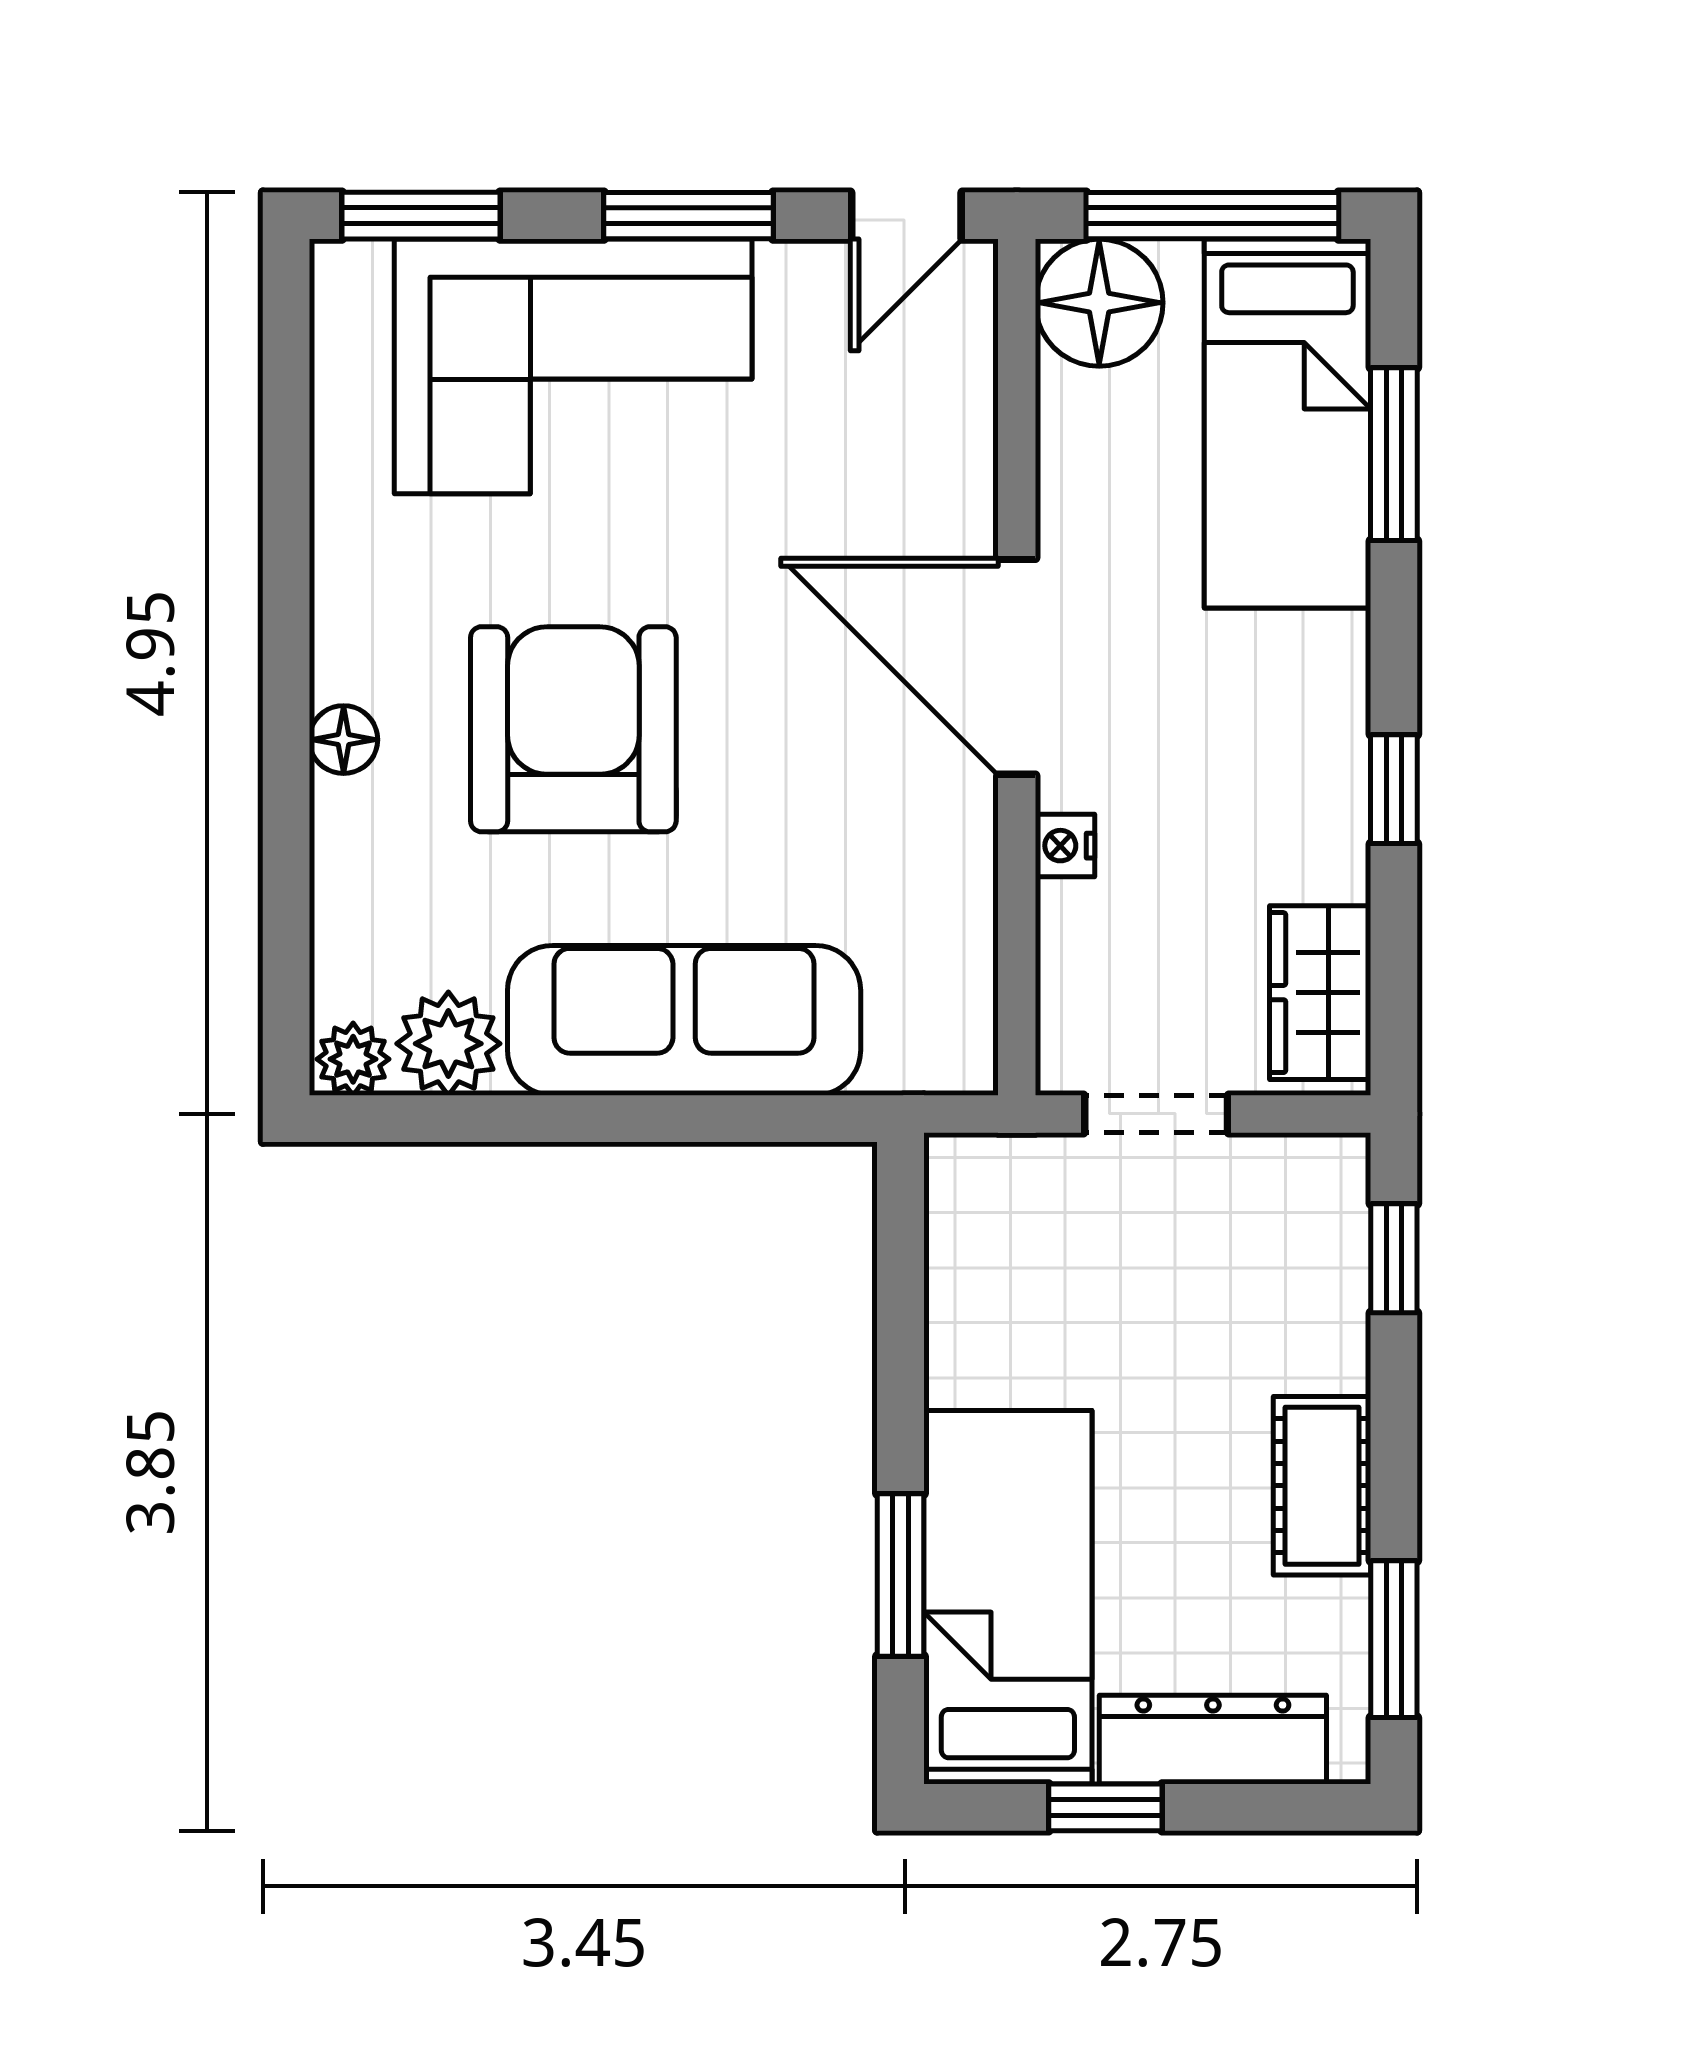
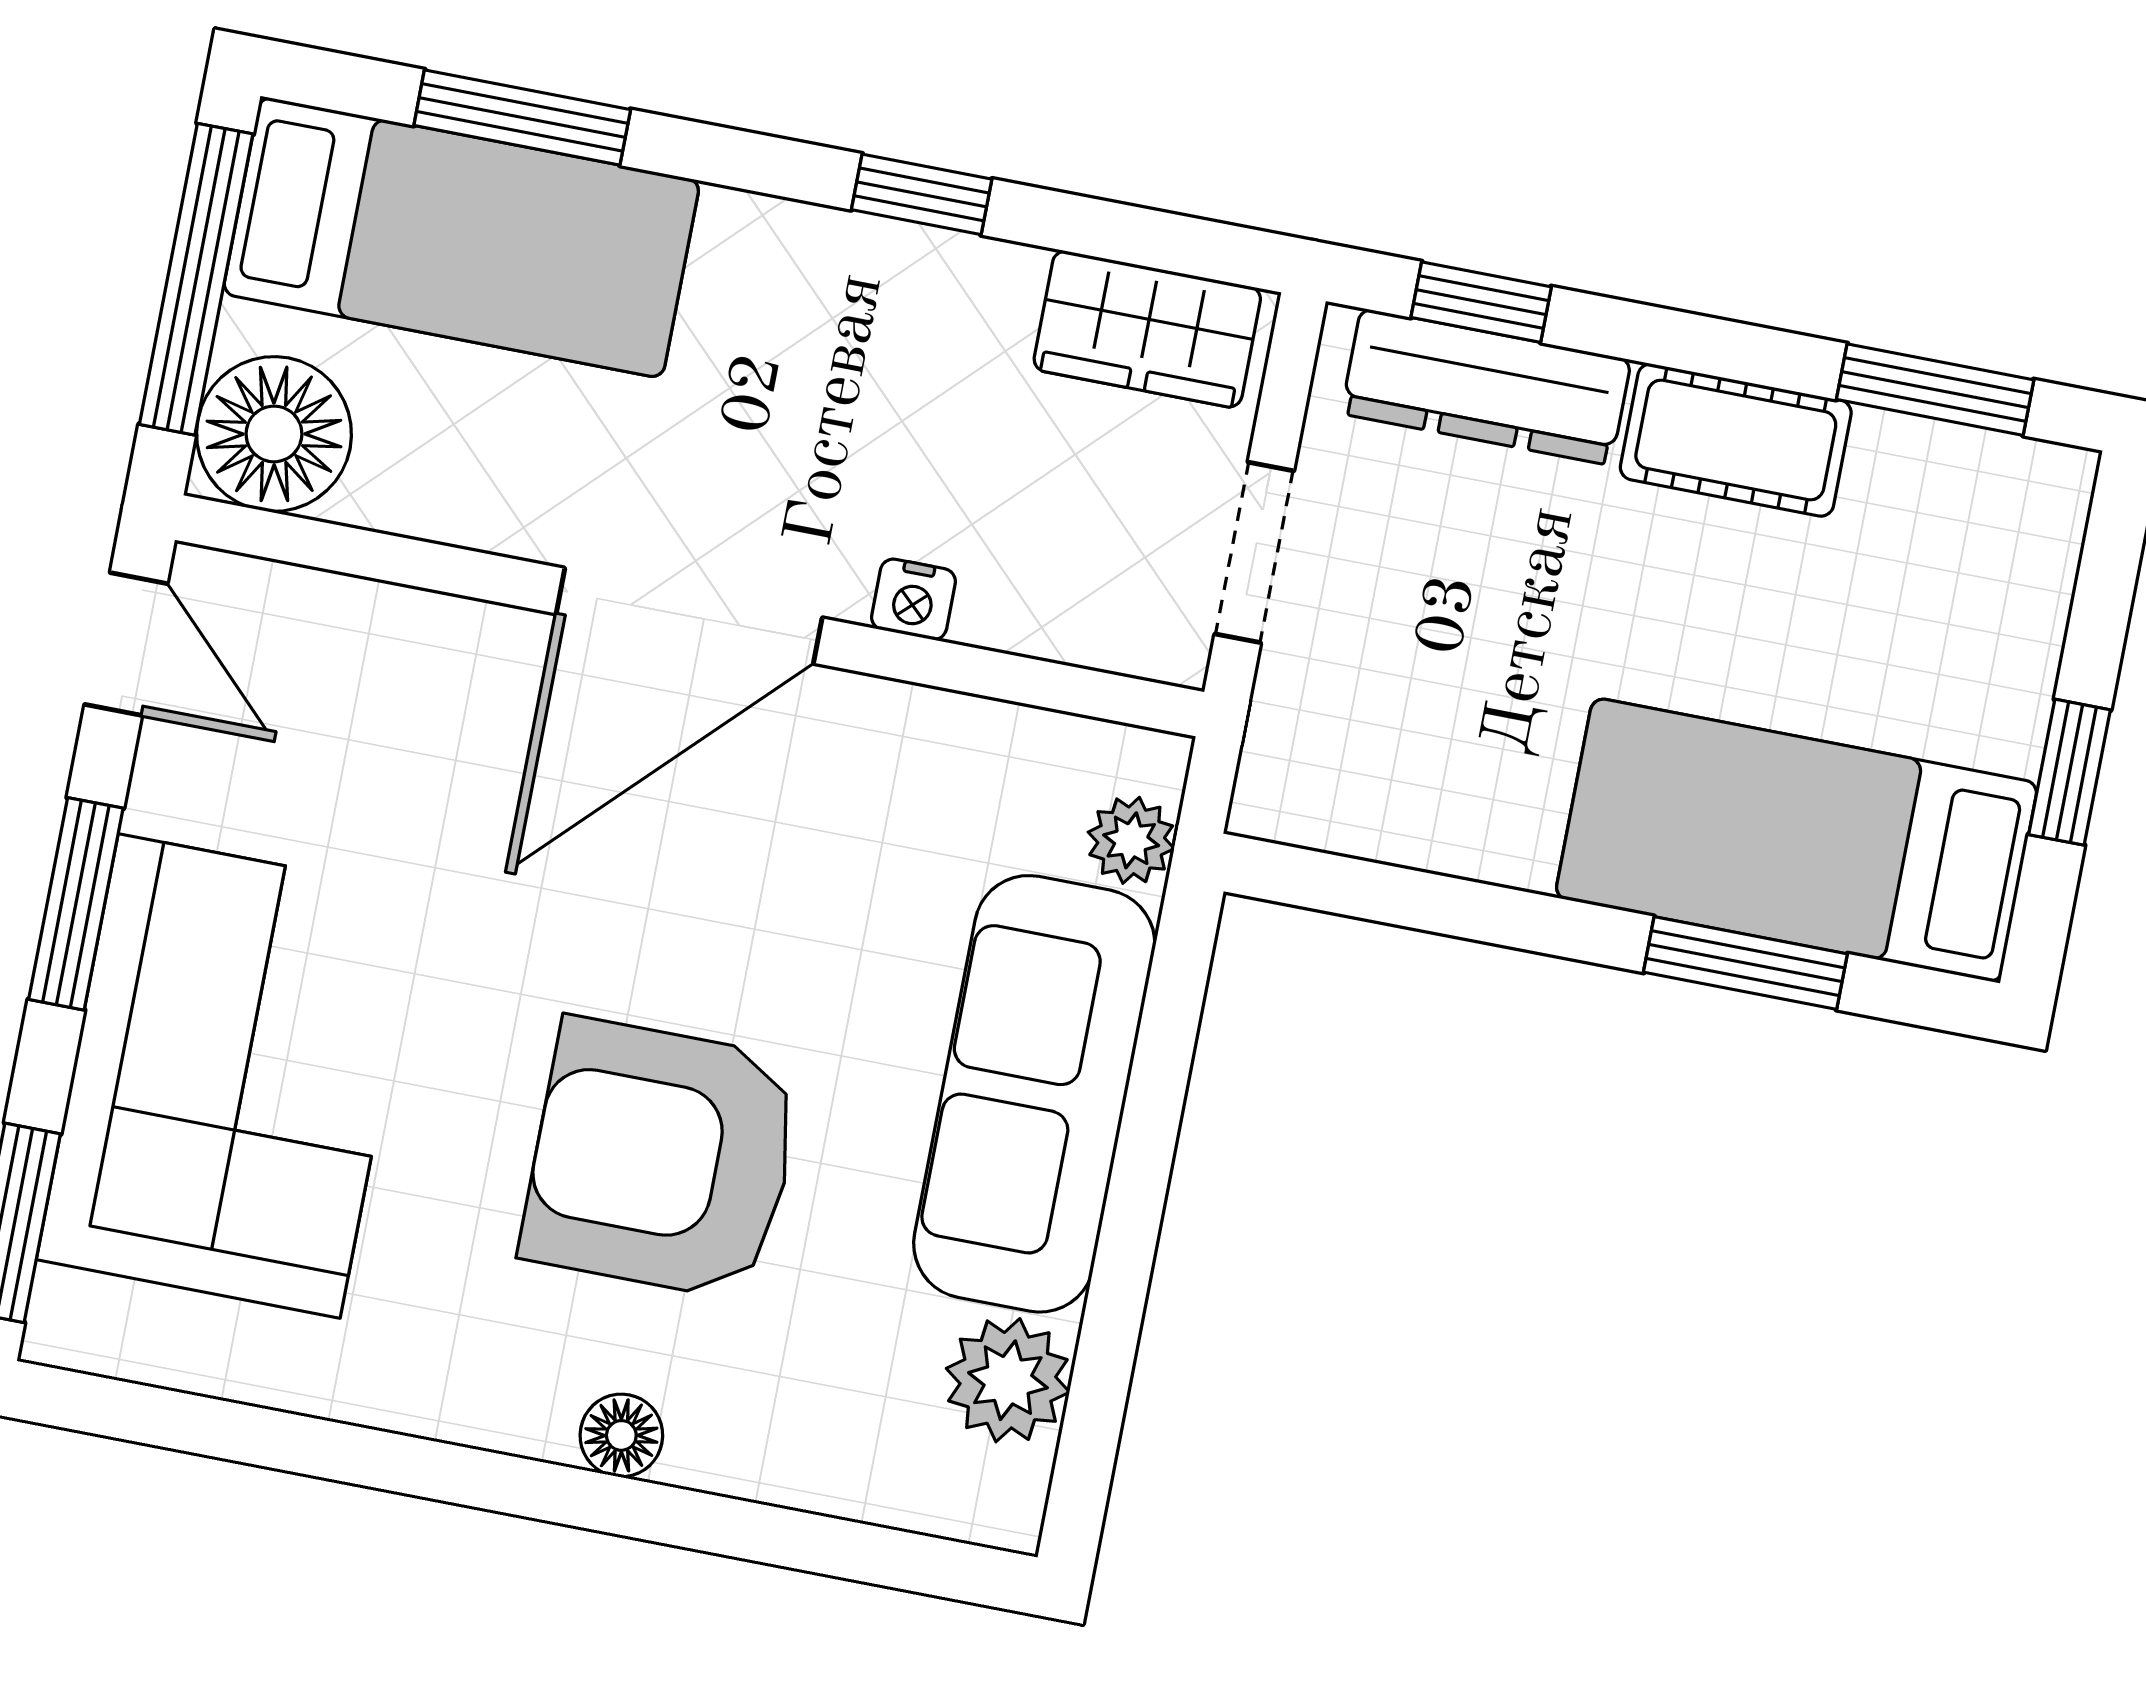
plant: (353, 1059) -> (1131, 840), moved
dresser: (1213, 1740) -> (1486, 387), moved, turned -90

